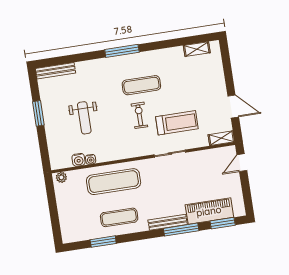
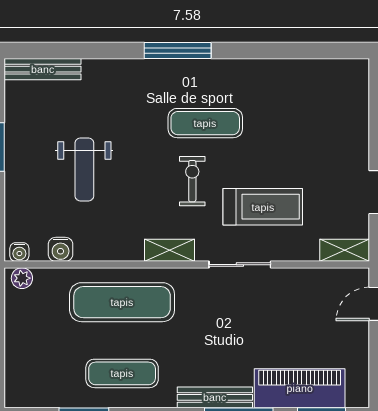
shelving: (197, 49) -> (170, 250), moved
water cooler: (91, 159) -> (19, 252), moved

